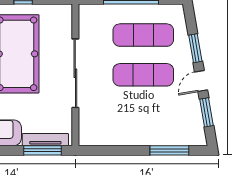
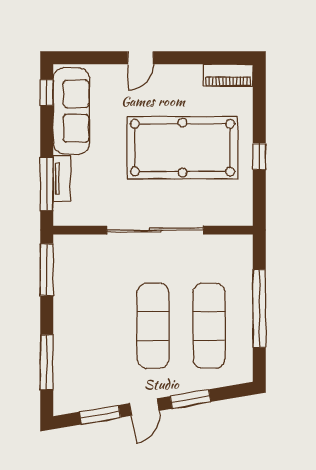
door: (201, 81) -> (144, 407), swing flipped
tv unit: (45, 140) -> (62, 179), width x0.71
window: (104, 150) -> (47, 270), added

